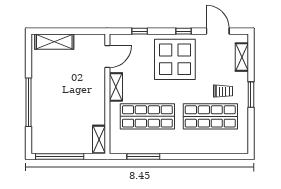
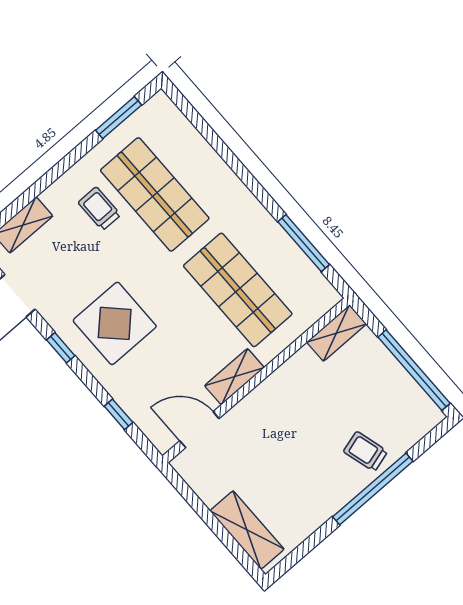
display table: (175, 59) -> (115, 323), width x0.73, depth x0.73
window: (251, 95) -> (119, 118), moved
trolley: (45, 112) -> (366, 451), added

